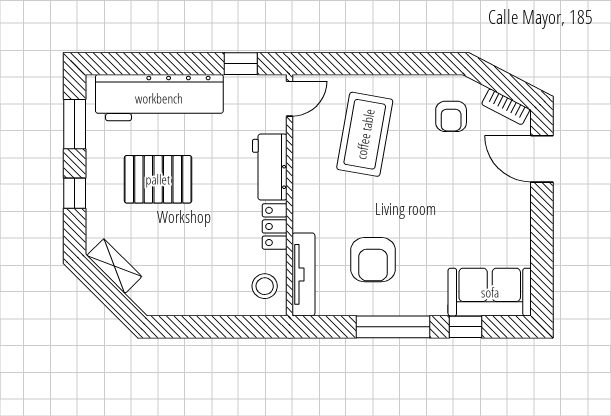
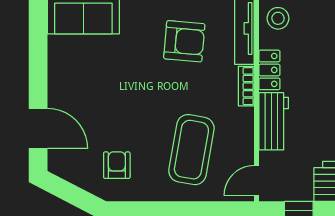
bookcase: (506, 107) -> (246, 86), moved, turned -117
armchair: (373, 260) -> (184, 41), turned 95

